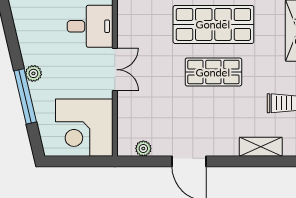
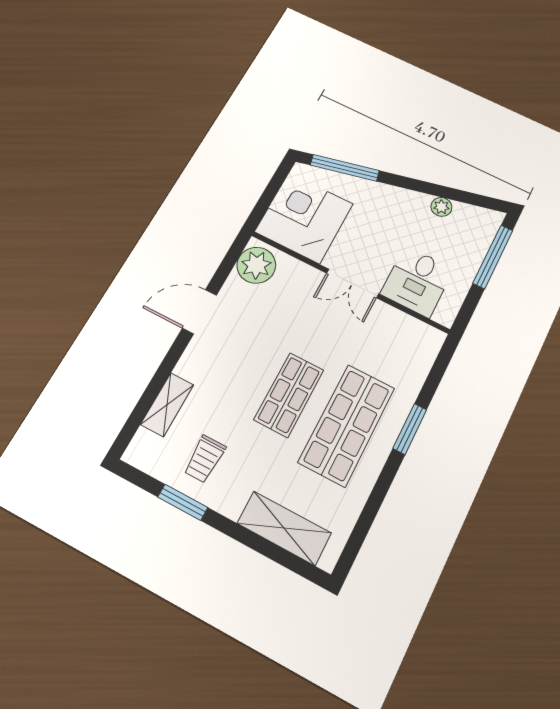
plant: (33, 73) -> (441, 207), moved
window: (25, 96) -> (345, 168), moved
plant: (143, 148) -> (256, 265), width x1.87, depth x1.87

